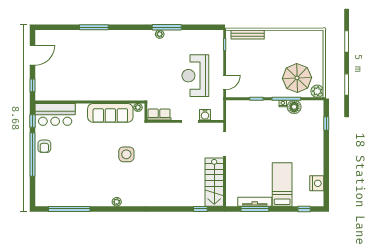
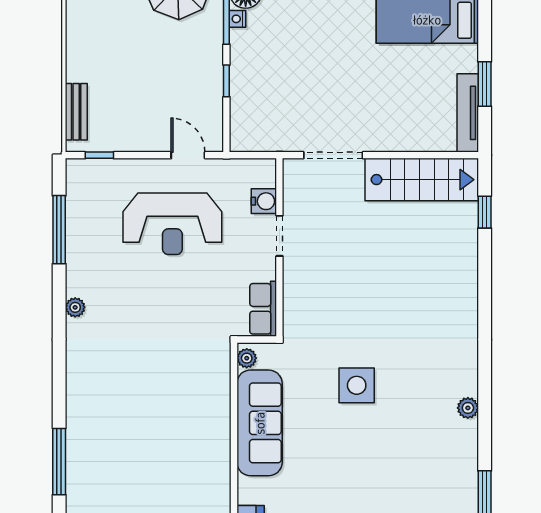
window: (167, 27) -> (59, 230), moved
bench: (248, 35) -> (76, 112), width x0.73
tv unit: (255, 202) -> (468, 113), moved
window: (255, 209) -> (485, 84), width x0.69

